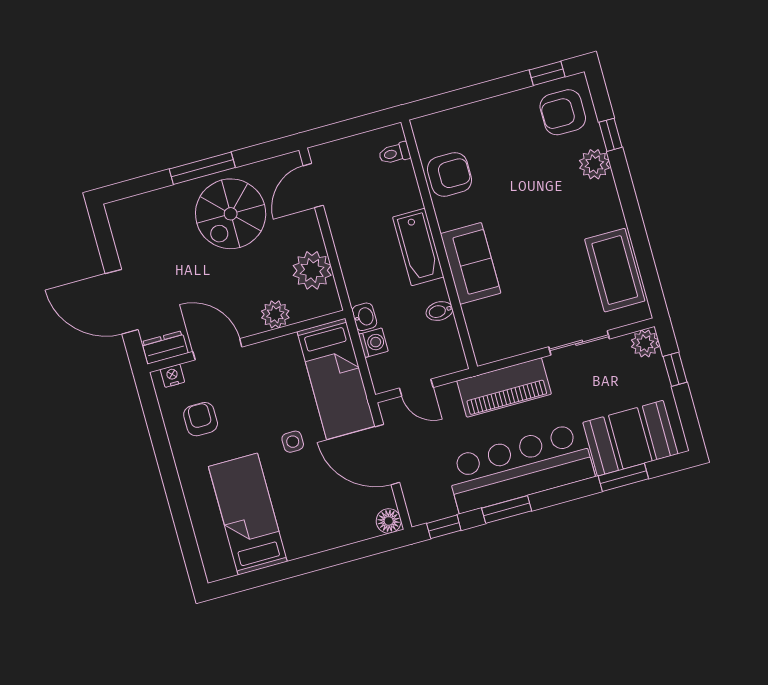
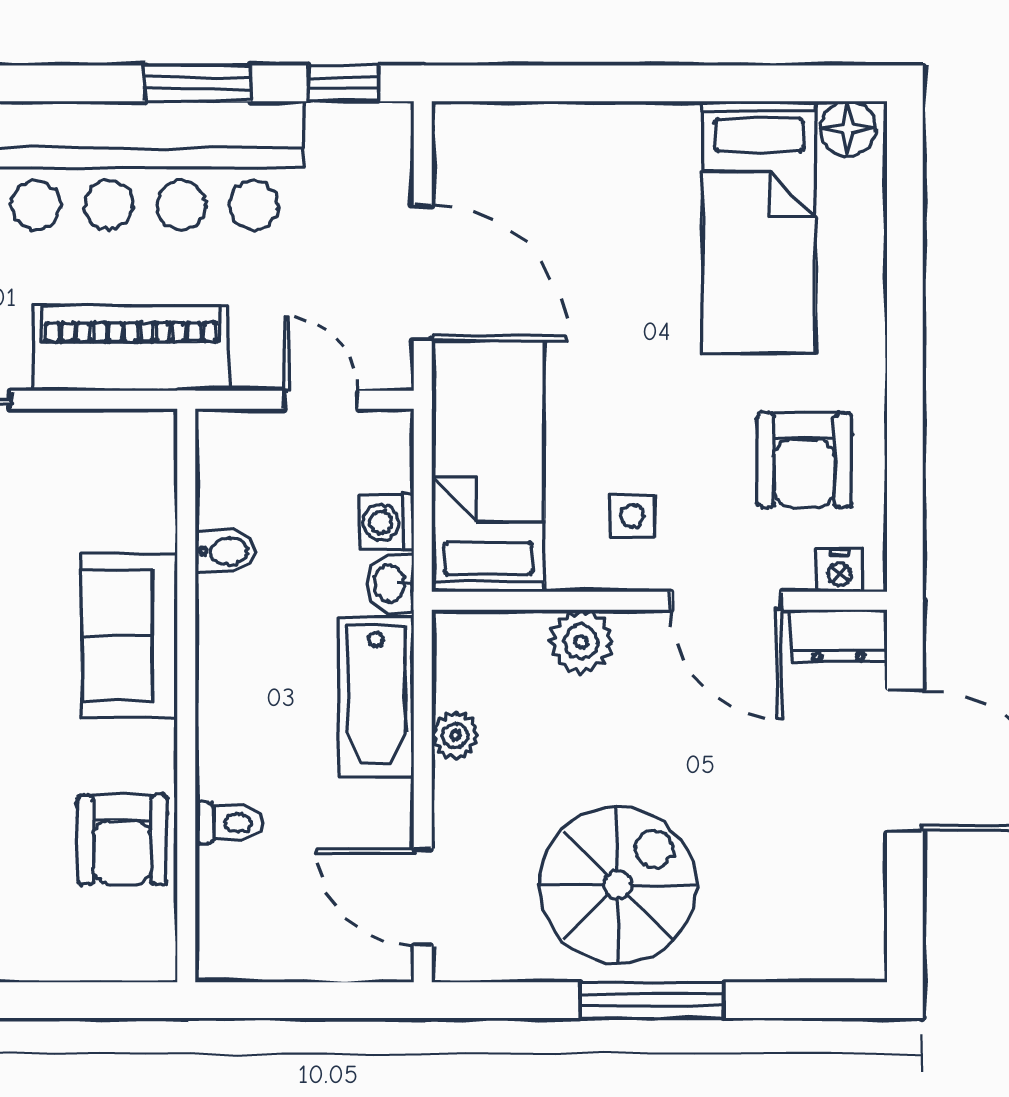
toilet: (394, 153) -> (228, 823), moved
armchair: (449, 174) -> (122, 840), turned -90
door: (313, 186) -> (423, 897), swing flipped
bathtub: (418, 247) -> (376, 697), moved, turned 180
plant: (312, 270) -> (455, 735), width x0.53, depth x0.53
armchair: (201, 419) -> (805, 460), width x1.38, depth x1.38
side table: (293, 442) -> (632, 516), moved
floor lamp: (389, 521) -> (848, 129), moved

